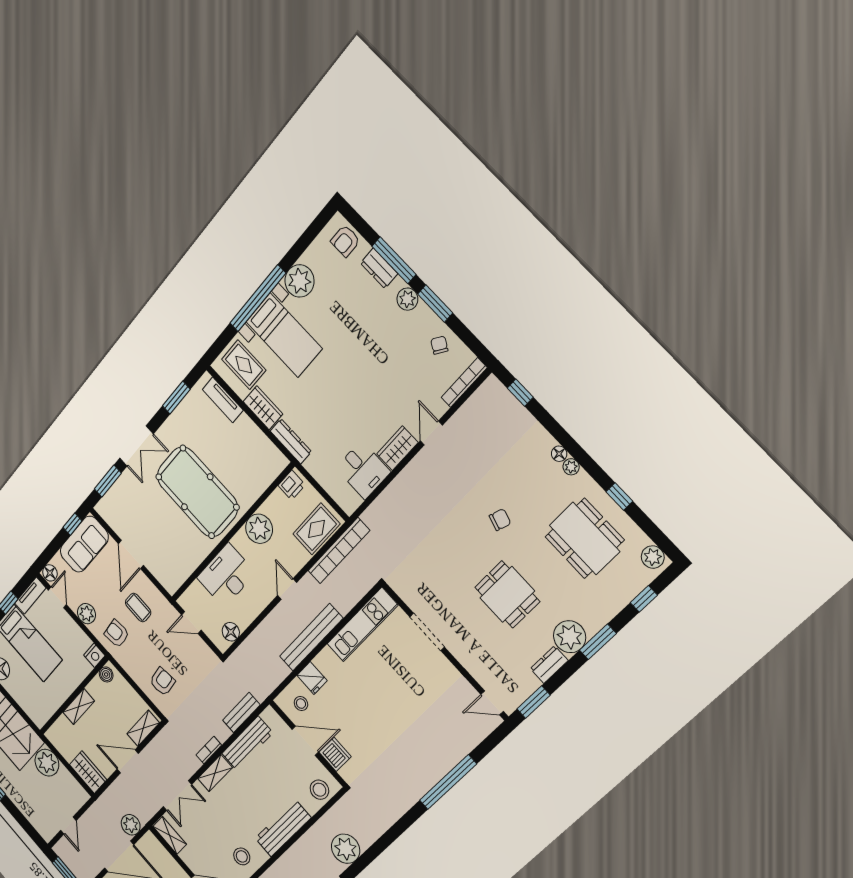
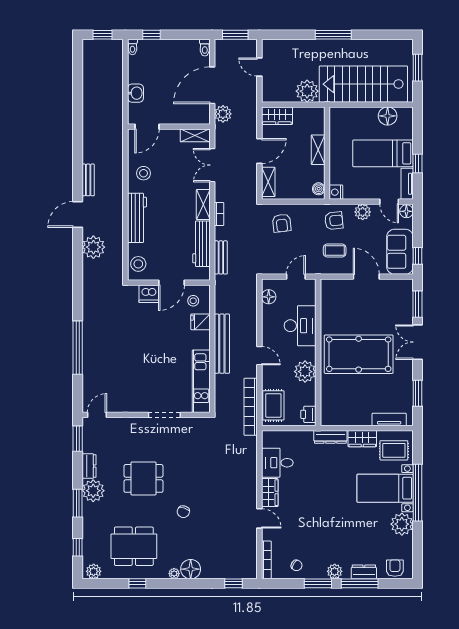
floor lamp: (559, 454) -> (191, 569), width x1.89, depth x1.89

